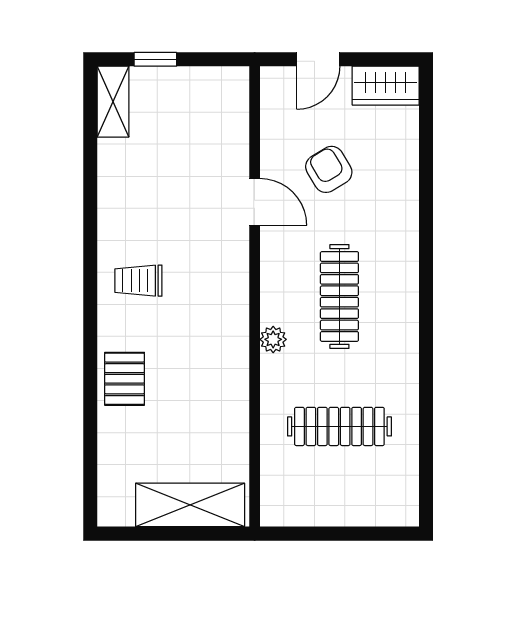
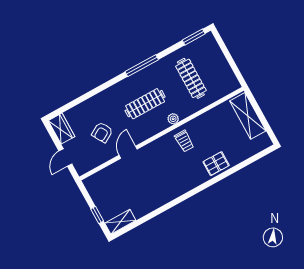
door: (318, 59) -> (65, 158), swing flipped
trolley: (138, 281) -> (184, 141), moved
window: (426, 335) -> (142, 66), added
window: (426, 482) -> (194, 37), added

